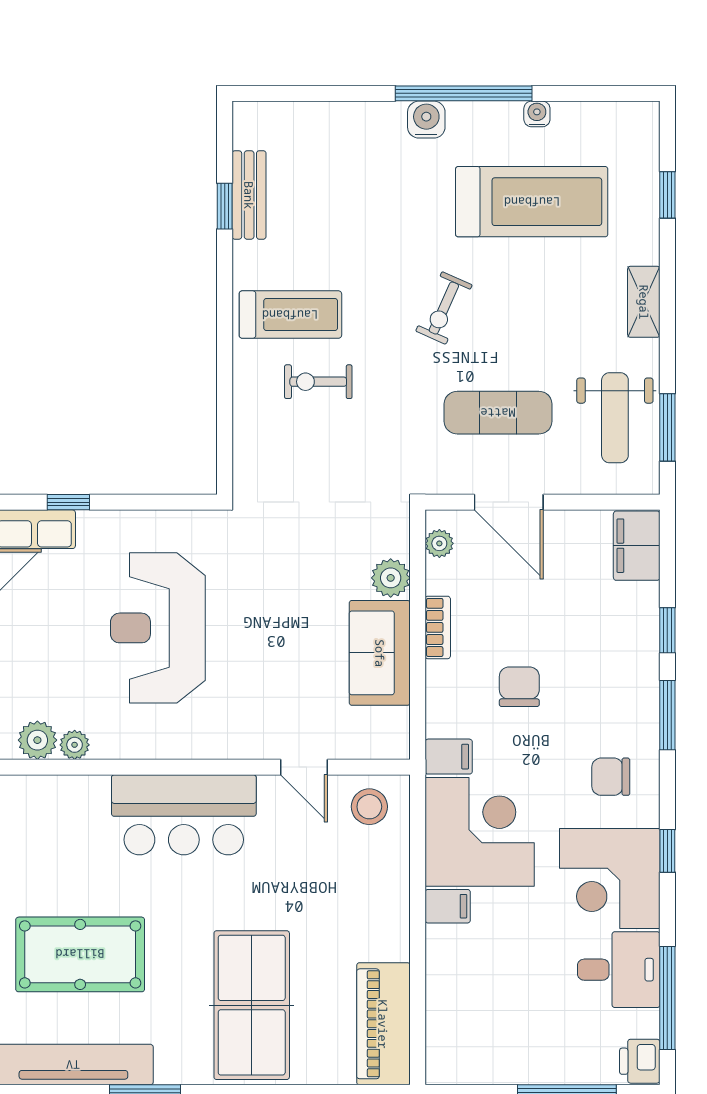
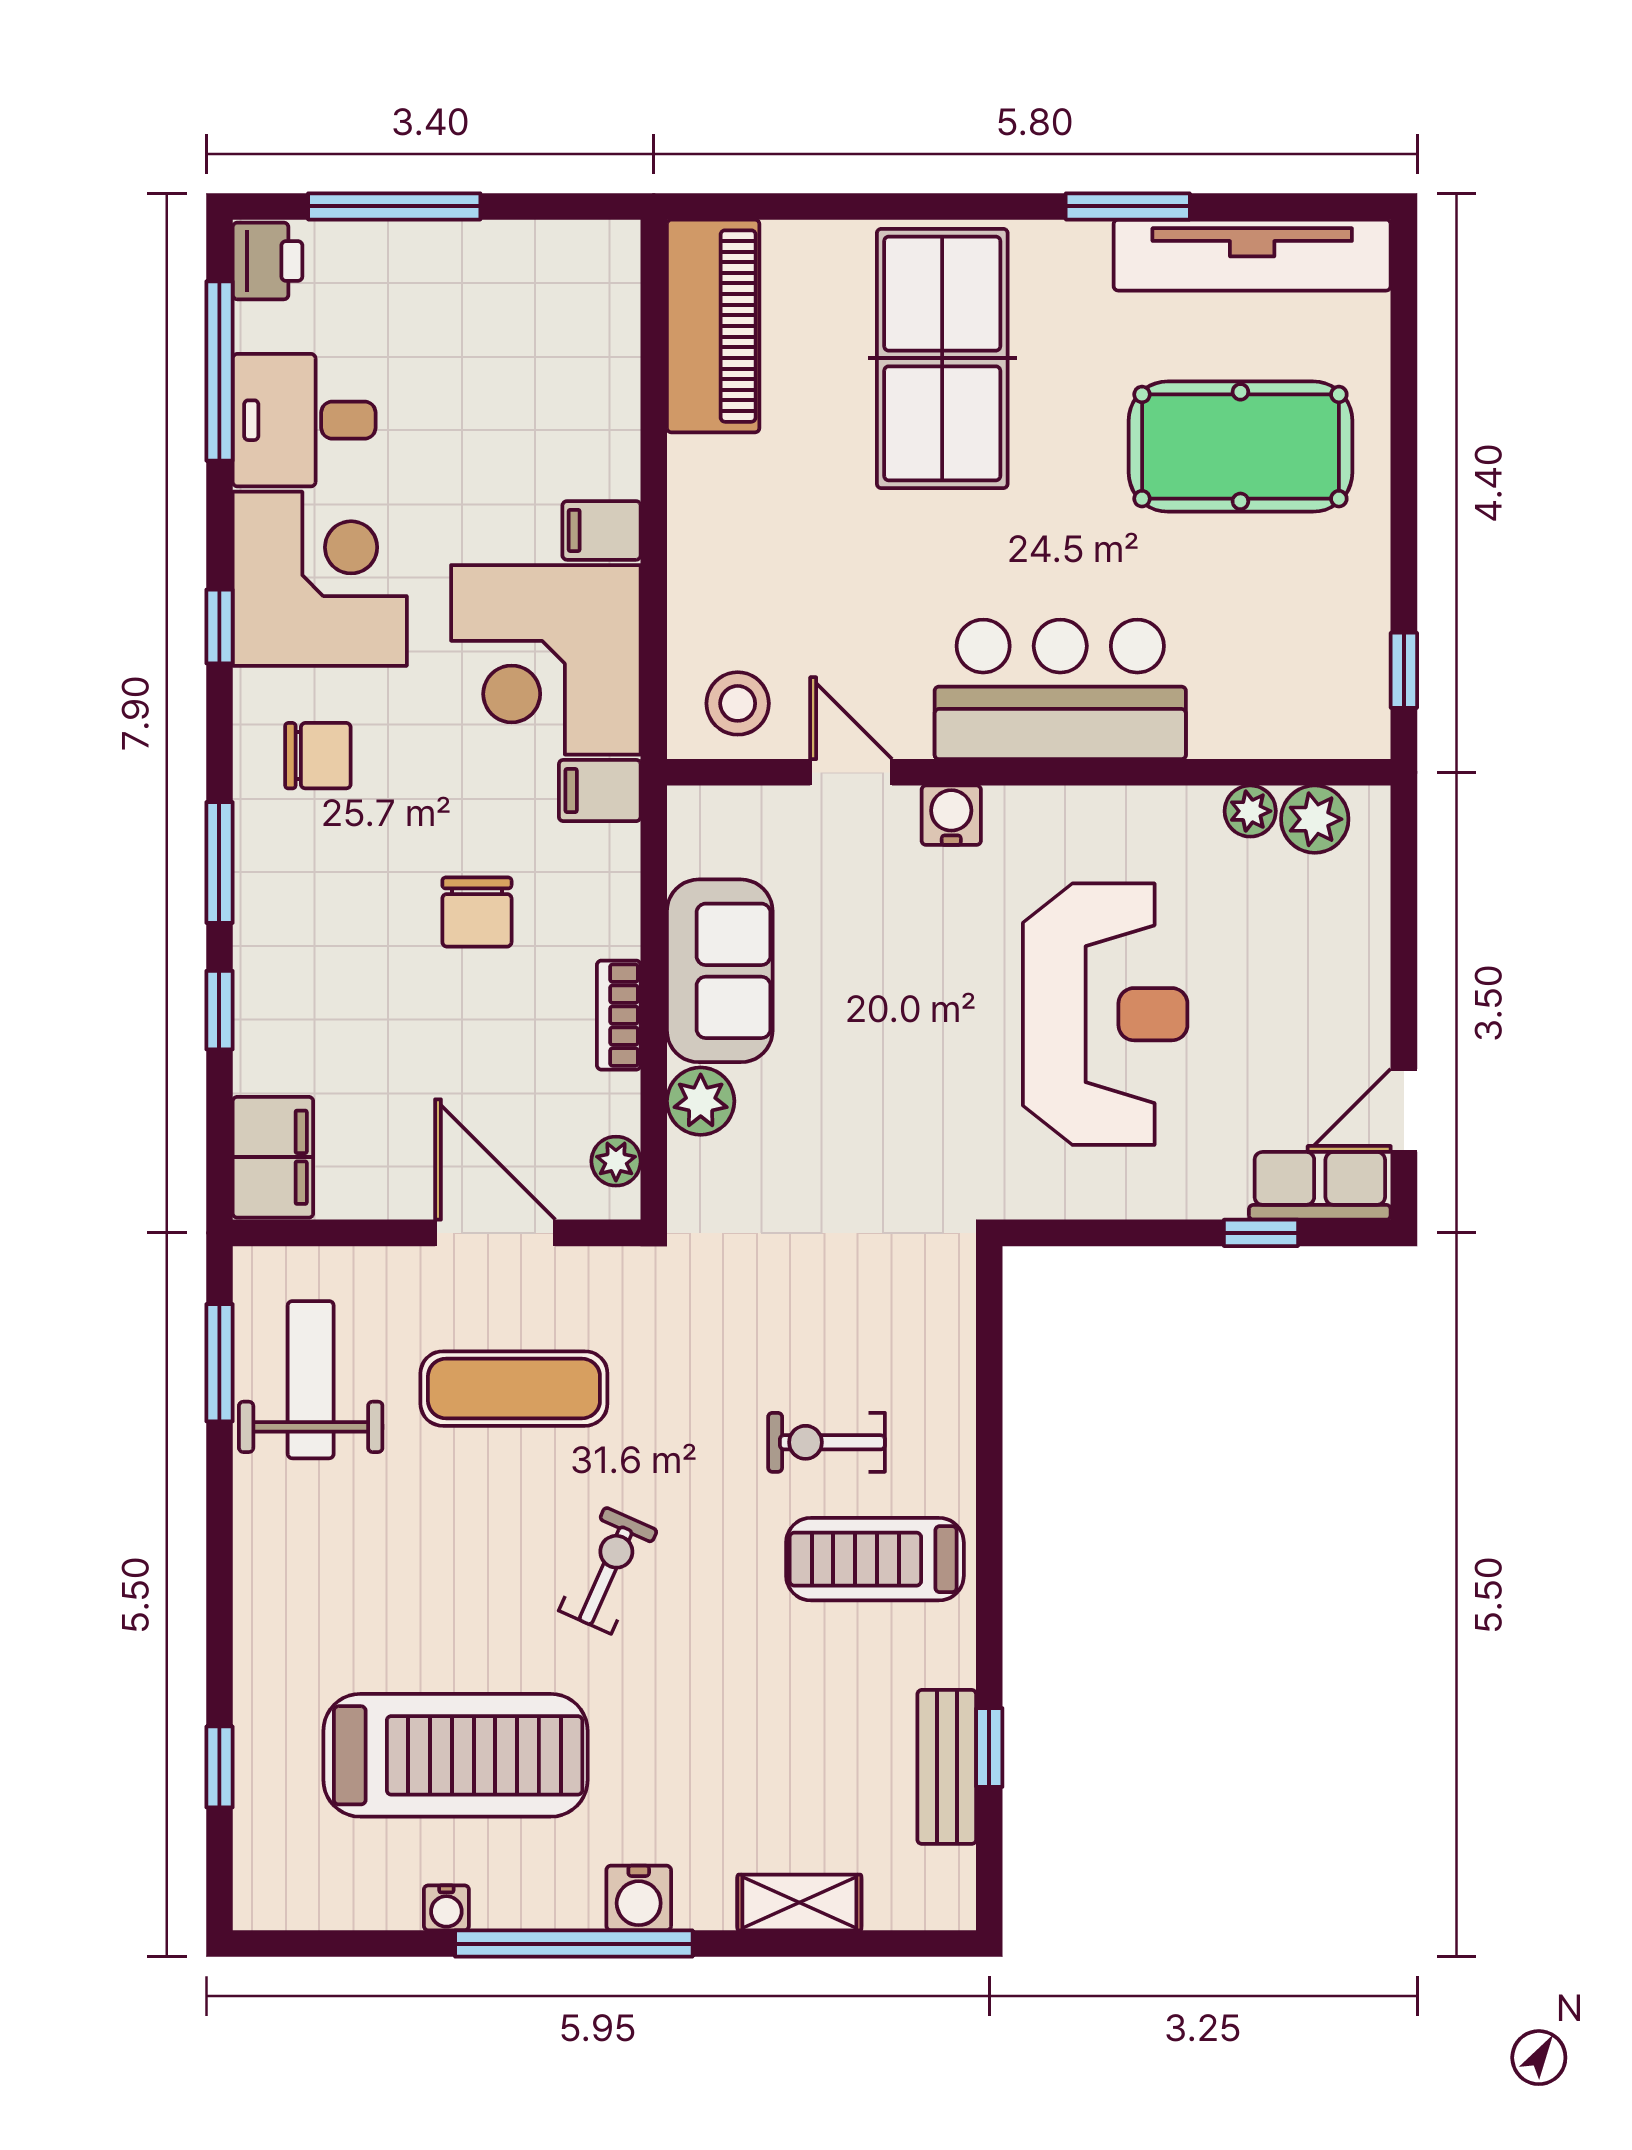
treadmill: (532, 202) -> (455, 1755), turned 180
shelving: (644, 302) -> (799, 1902), moved, turned 90
exercise bike: (318, 382) -> (827, 1442), turned 180
water cooler: (246, 742) -> (951, 815), added

